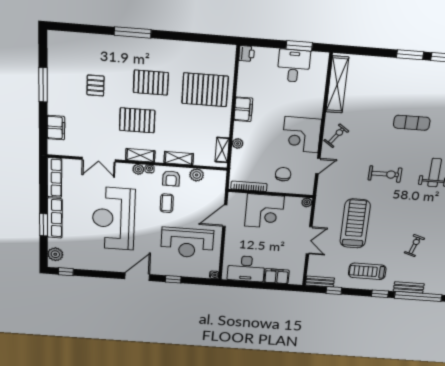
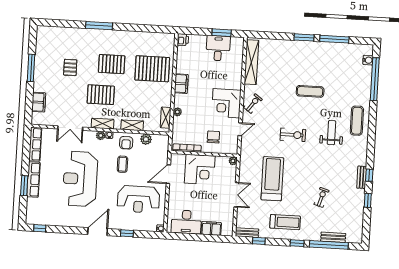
plant: (55, 254) -> (32, 212), removed
treadmill: (367, 271) -> (285, 222), turned 180
bench: (409, 287) -> (333, 237), moved

